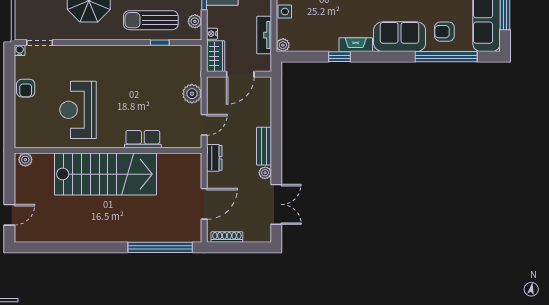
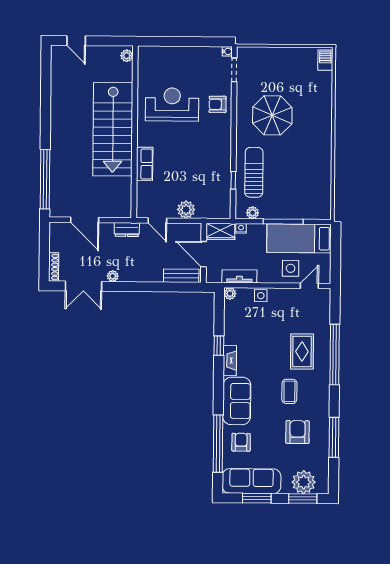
armchair: (26, 88) -> (218, 104), moved
bench: (264, 146) -> (181, 276), moved
shoe rack: (227, 237) -> (54, 267), moved

